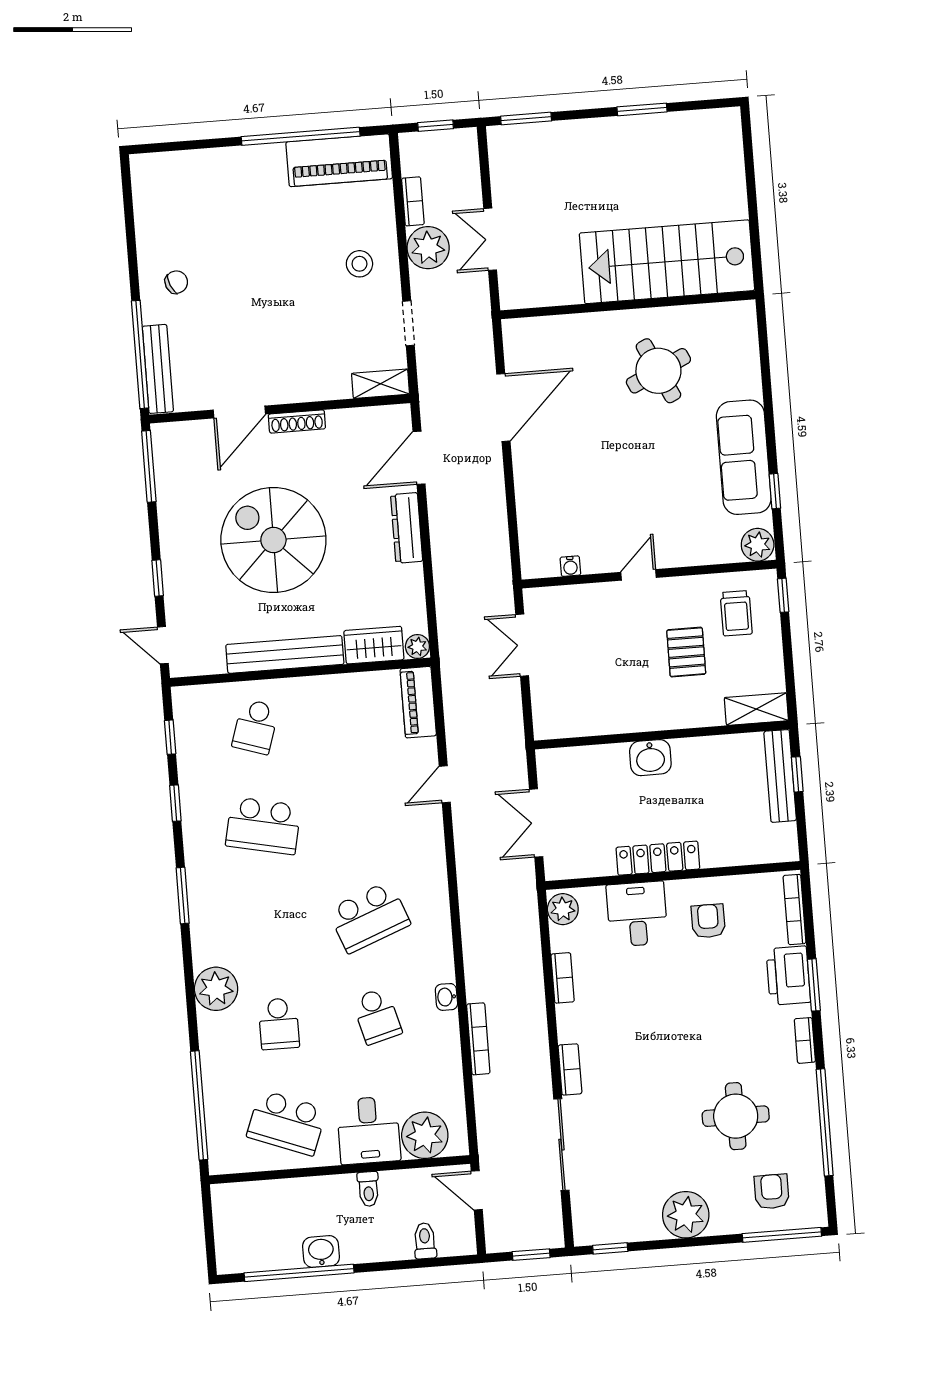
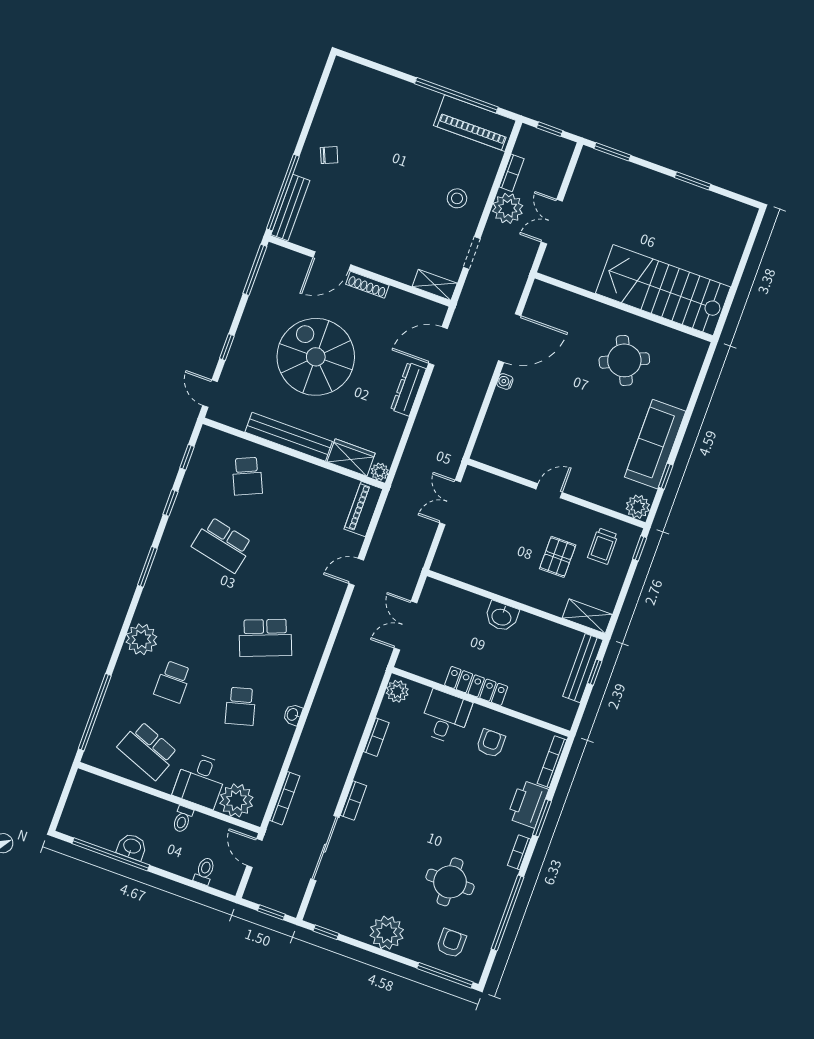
water cooler: (570, 566) -> (505, 381), moved, turned 90
school desk: (255, 727) -> (247, 476), turned -42
bookcase: (478, 1039) -> (285, 798), moved

